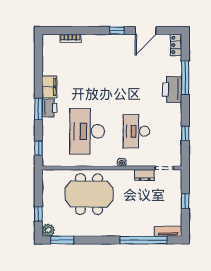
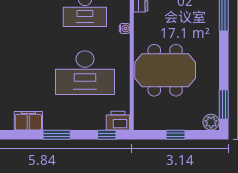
printer: (50, 108) -> (118, 121), moved
meeting table: (89, 194) -> (165, 70), turned 90
window: (38, 214) -> (176, 135), moved

